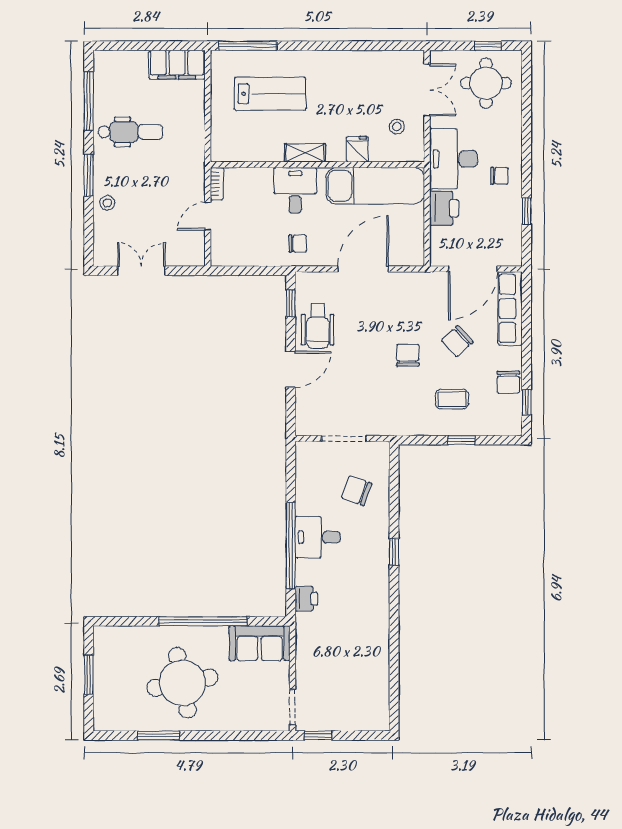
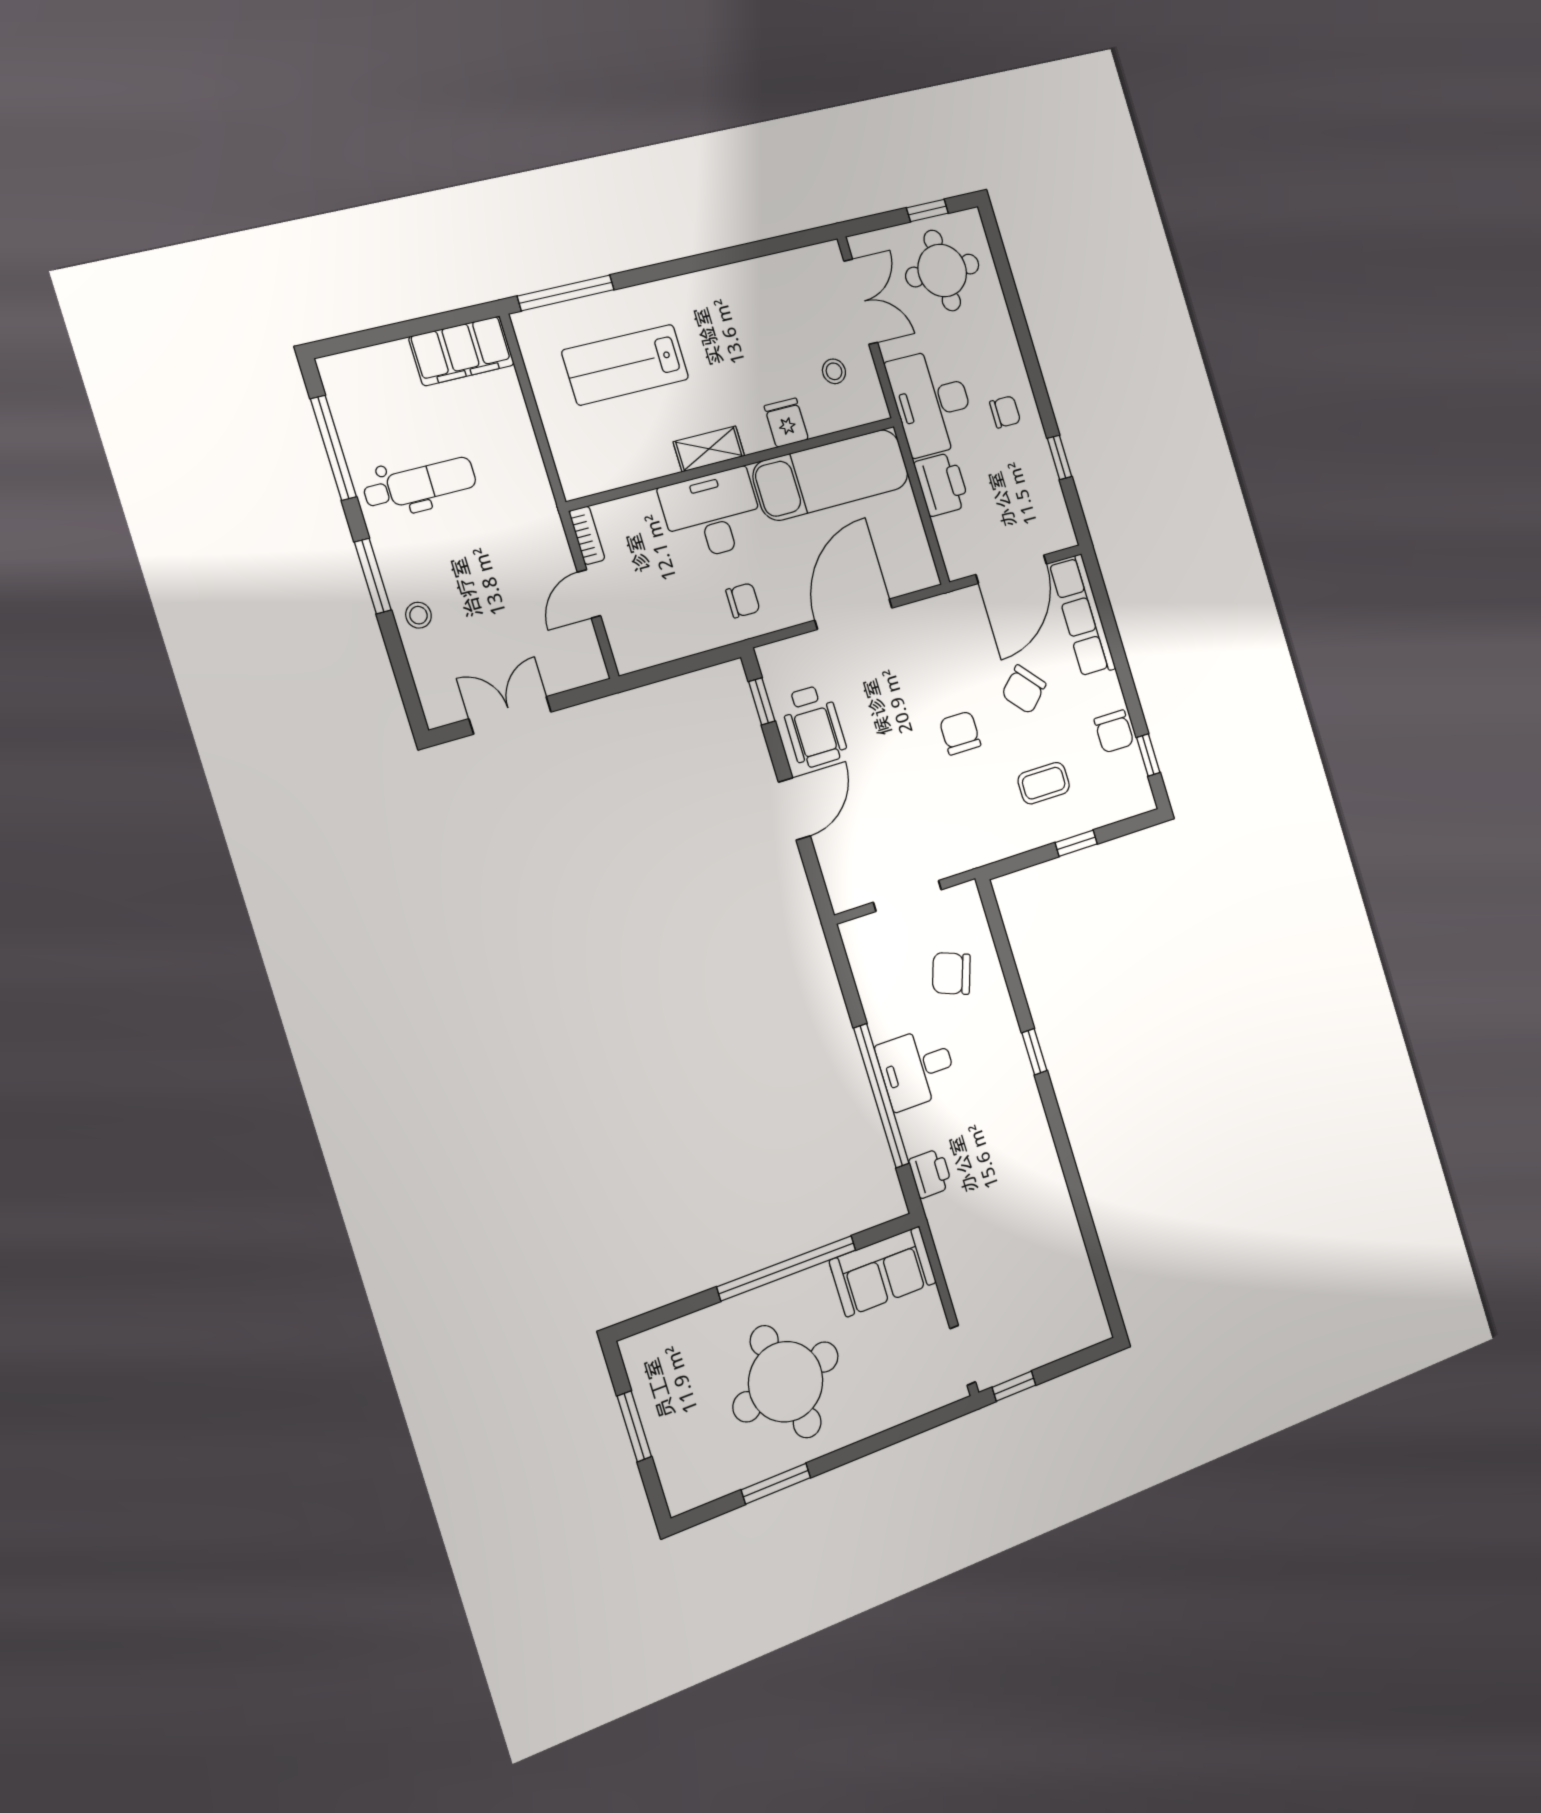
lab bench: (270, 94) -> (625, 365), turned 180
desk: (295, 190) -> (712, 514), width x1.37

